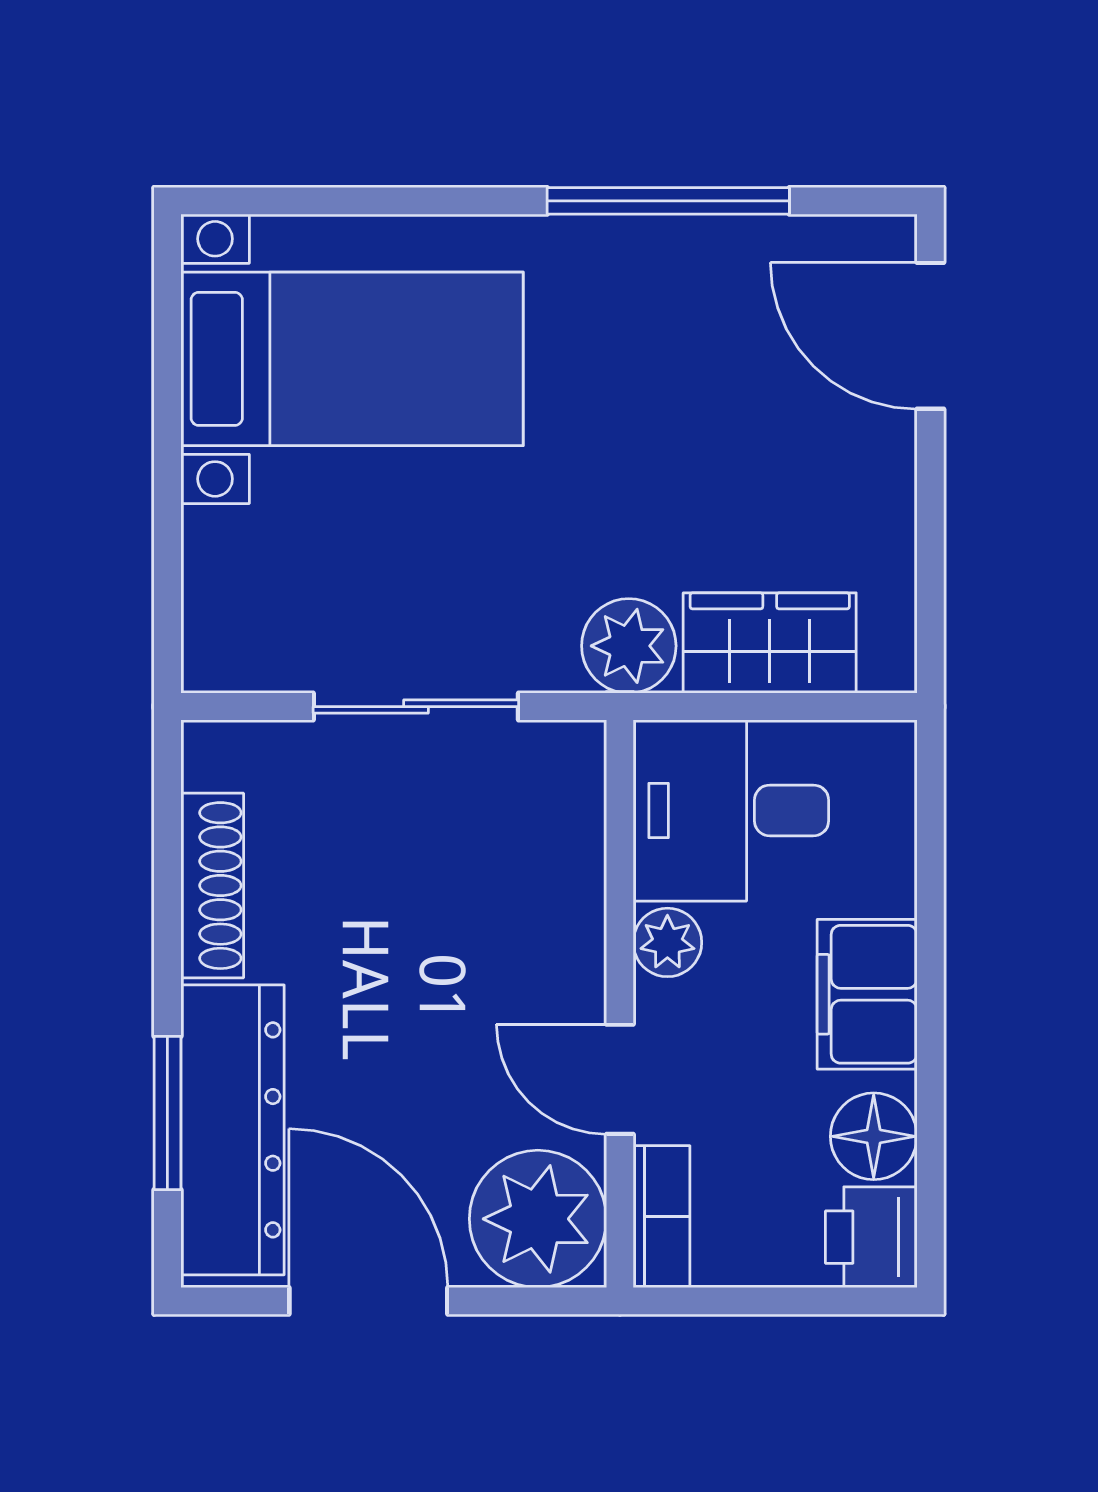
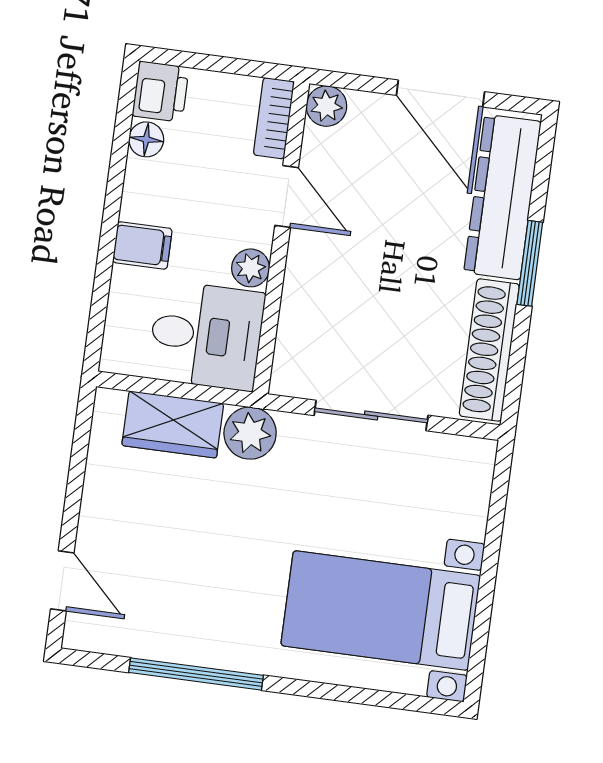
door: (930, 336) -> (62, 581), width x0.73
shoe rack: (212, 886) -> (489, 350), width x1.36, depth x1.24
filing cabinet: (867, 994) -> (142, 245), width x0.50
window: (167, 1113) -> (530, 263), moved
floor lamp: (874, 1136) -> (146, 139), width x0.73, depth x0.73
plant: (538, 1219) -> (327, 106), width x0.53, depth x0.53

